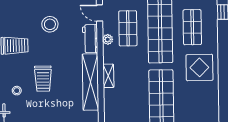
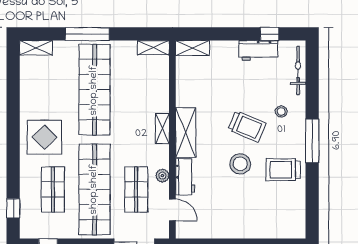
stool: (50, 24) -> (240, 164), moved
trolley: (43, 79) -> (247, 126), turned 113
shelving: (90, 82) -> (186, 133), width x0.68

